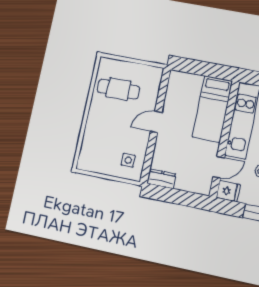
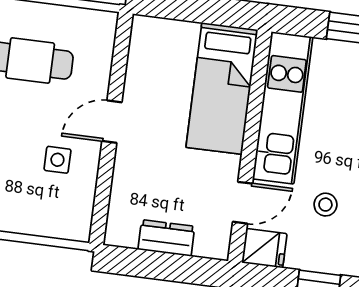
side table: (128, 160) -> (57, 160), moved
dresser: (162, 179) -> (166, 238), moved

